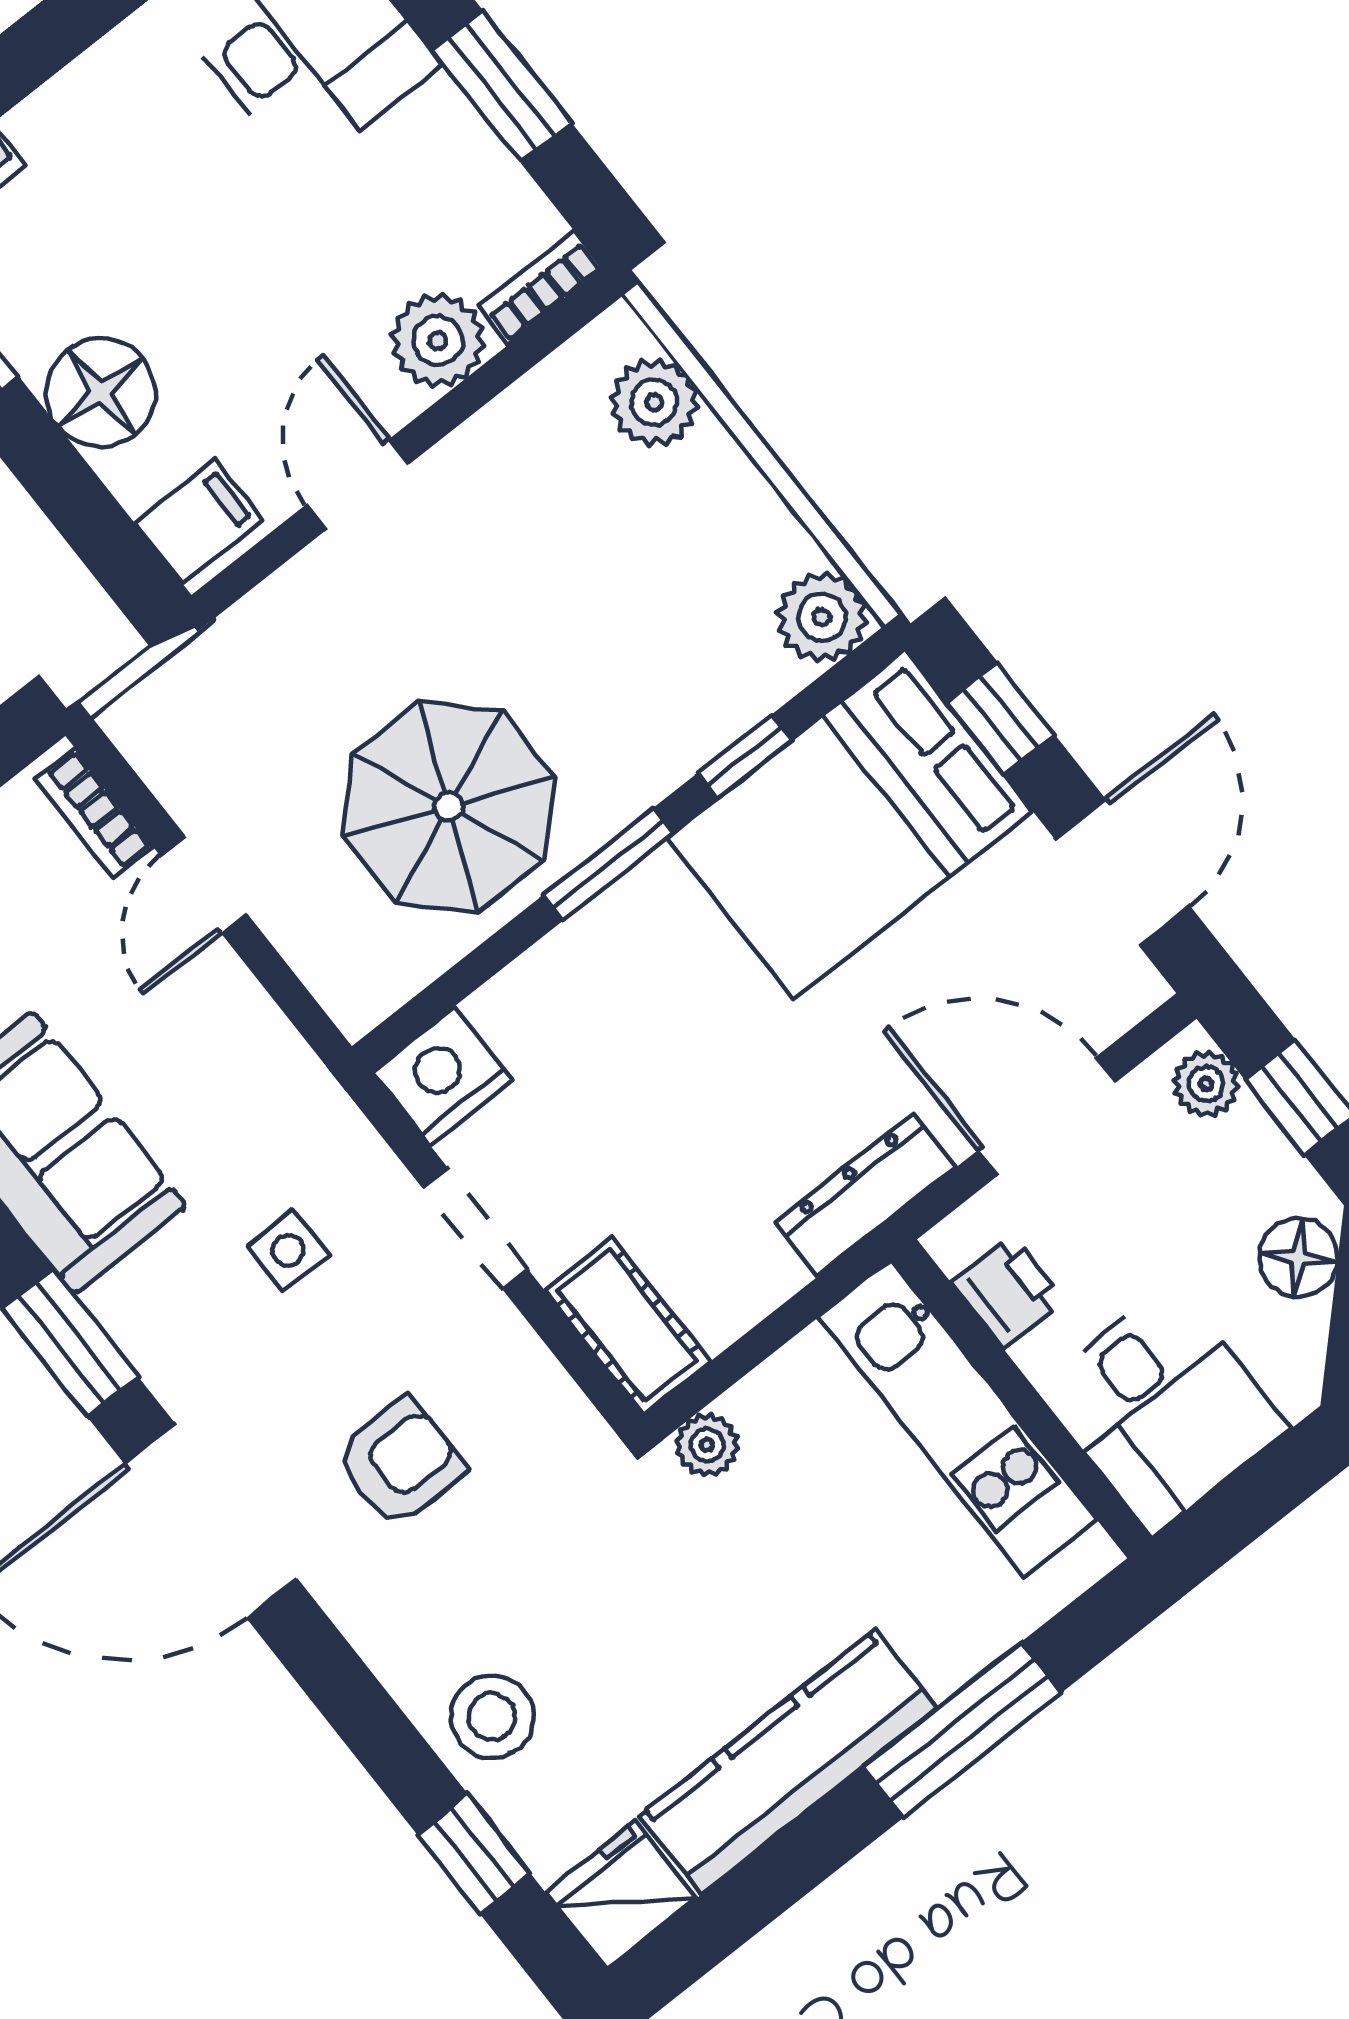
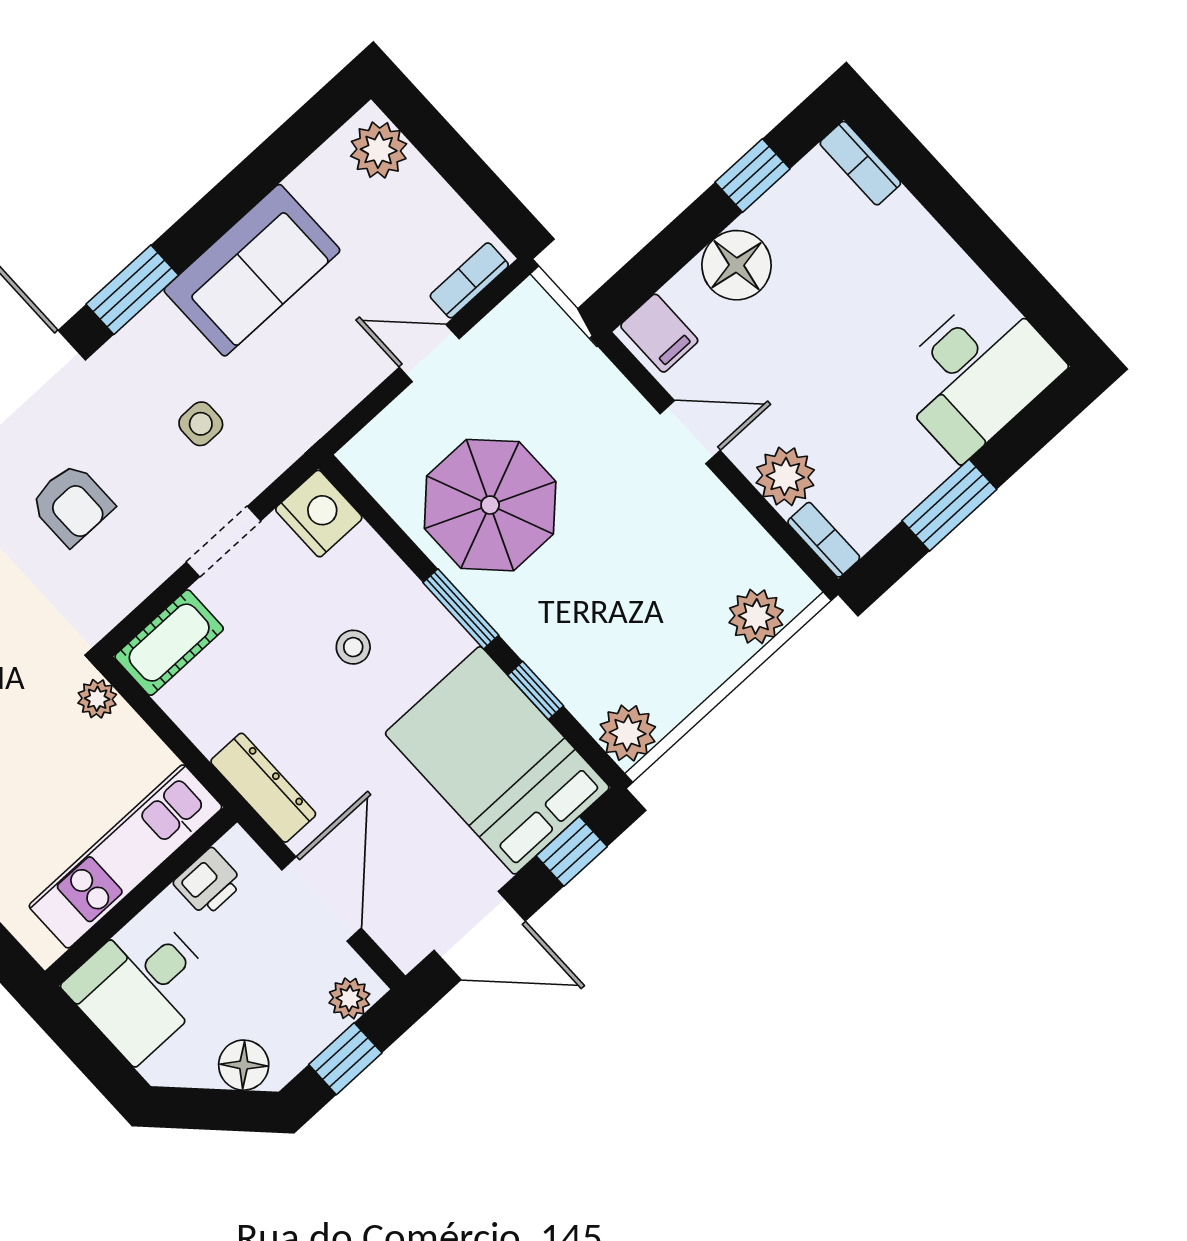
stool: (656, 1038) -> (353, 647), added

